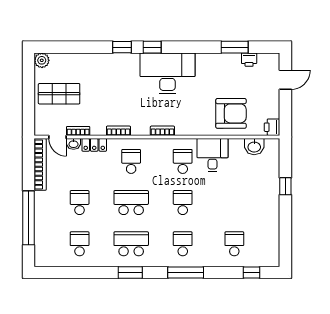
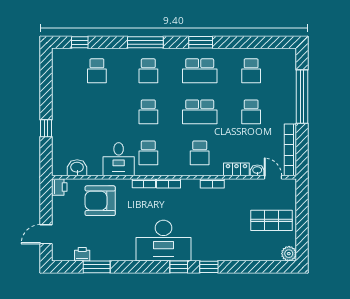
bookcase: (78, 131) -> (144, 183), moved

